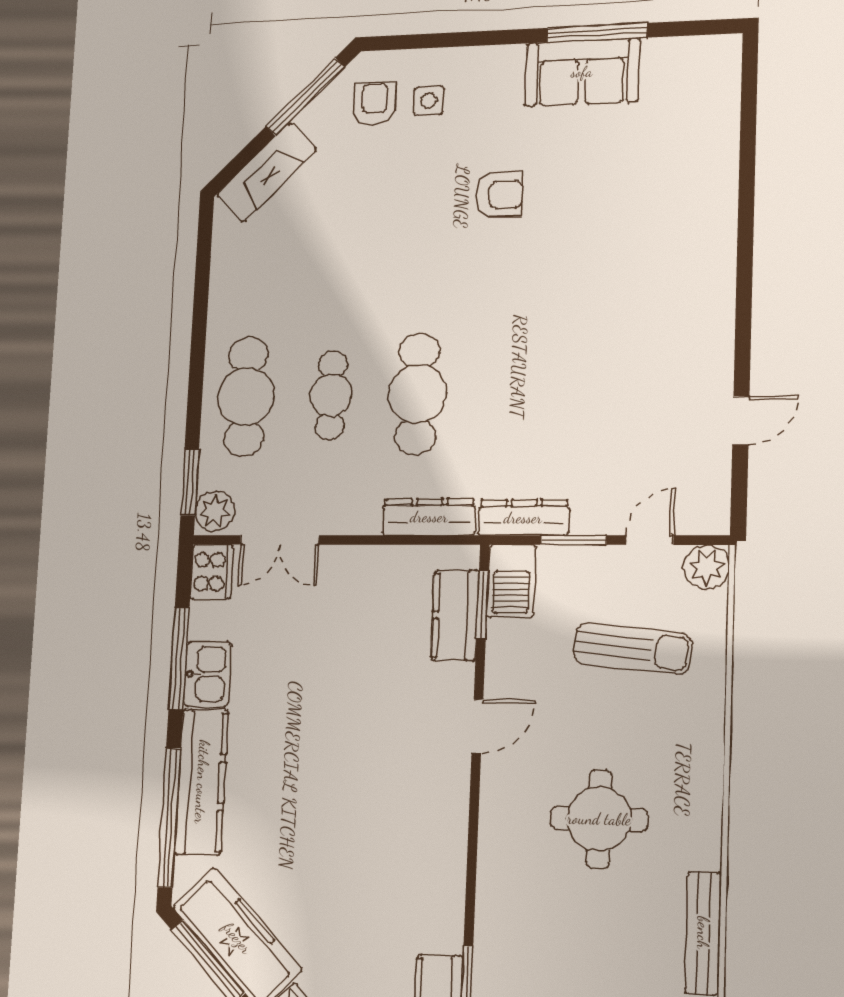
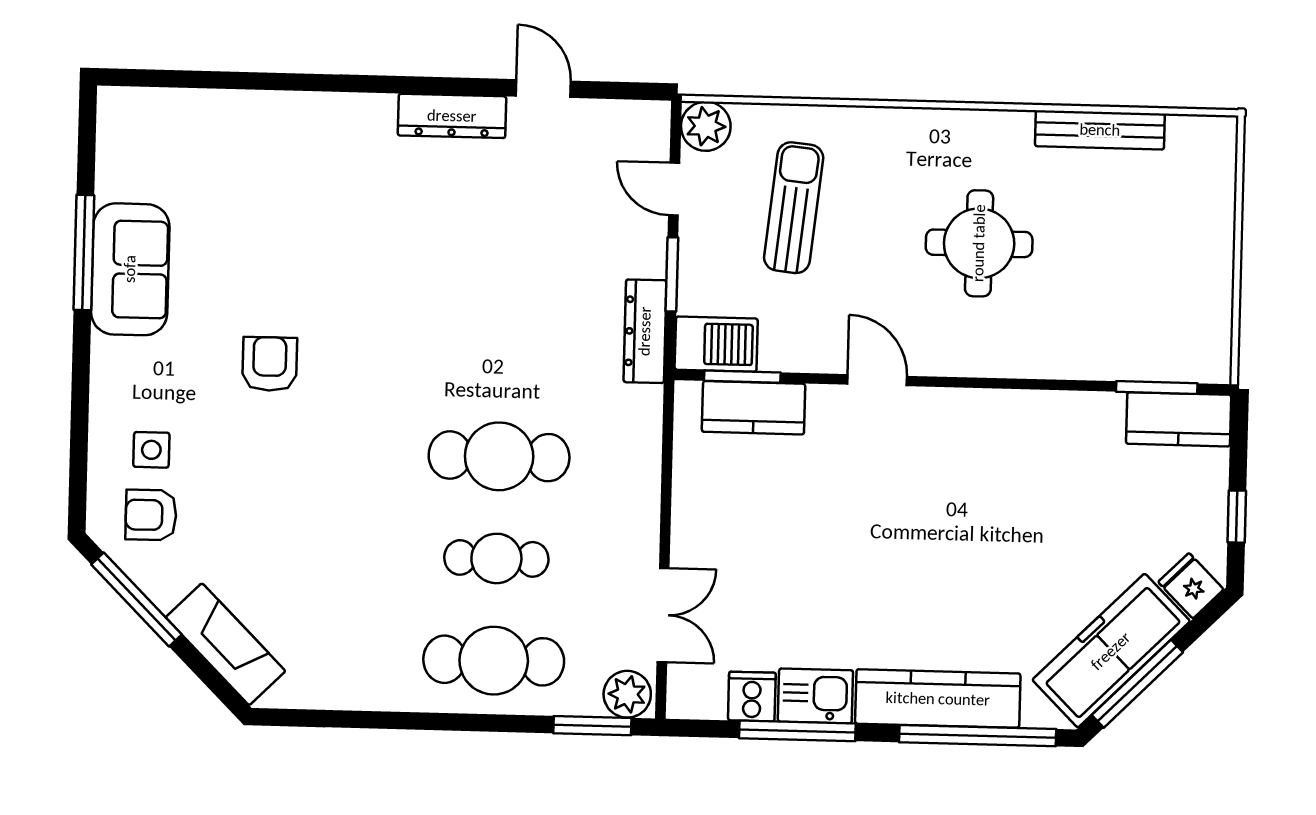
dresser: (429, 517) -> (452, 116), moved, turned -90
cooker: (212, 572) -> (752, 697), moved, width x0.73

